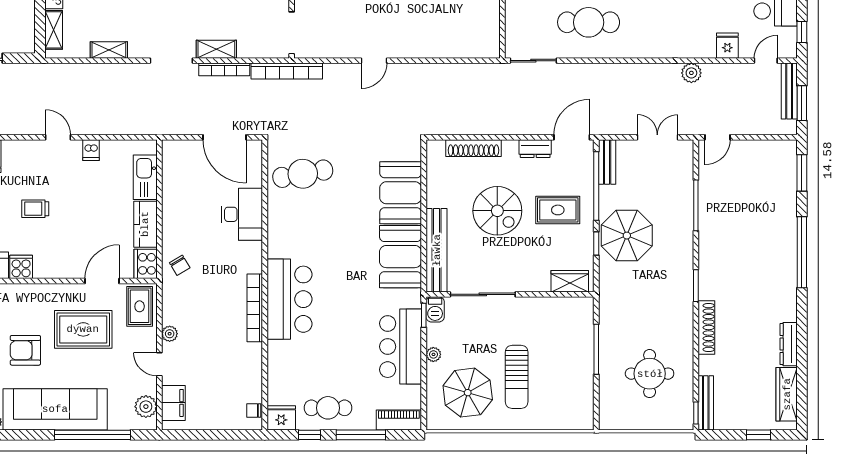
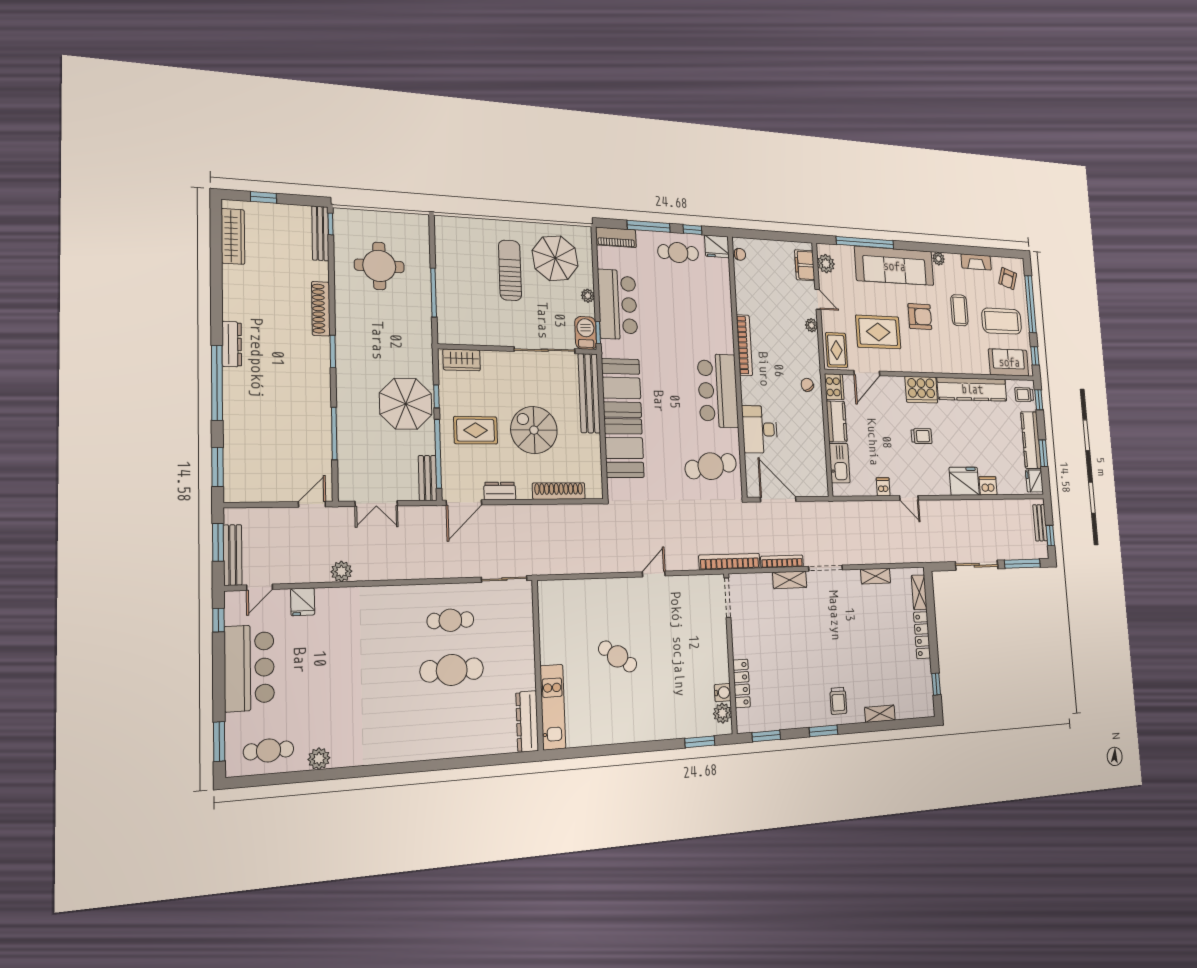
cafe table: (589, 22) -> (450, 620), width x0.73, depth x0.74
cooker: (21, 267) -> (921, 390), width x1.87, depth x1.31
bar counter: (289, 299) -> (718, 391), moved
barbecue: (435, 309) -> (586, 333), width x1.38, depth x1.27
dresser: (789, 344) -> (232, 344), moved

